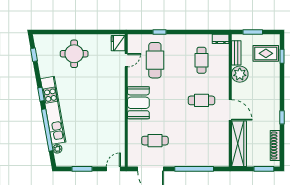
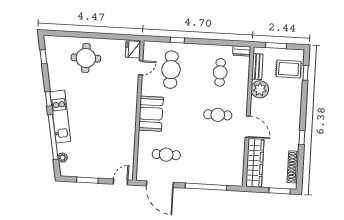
kitchen unit: (53, 110) -> (60, 117), width x0.73

